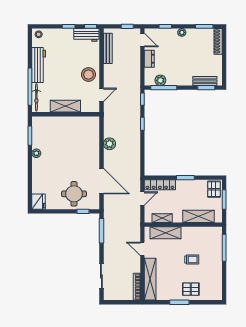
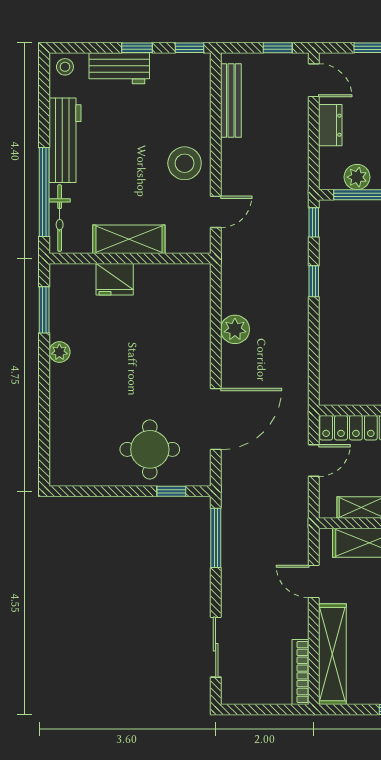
workbench: (86, 35) -> (119, 68), moved
door: (101, 181) -> (216, 419), hinge flipped
fridge: (39, 202) -> (115, 279), moved, turned 90

